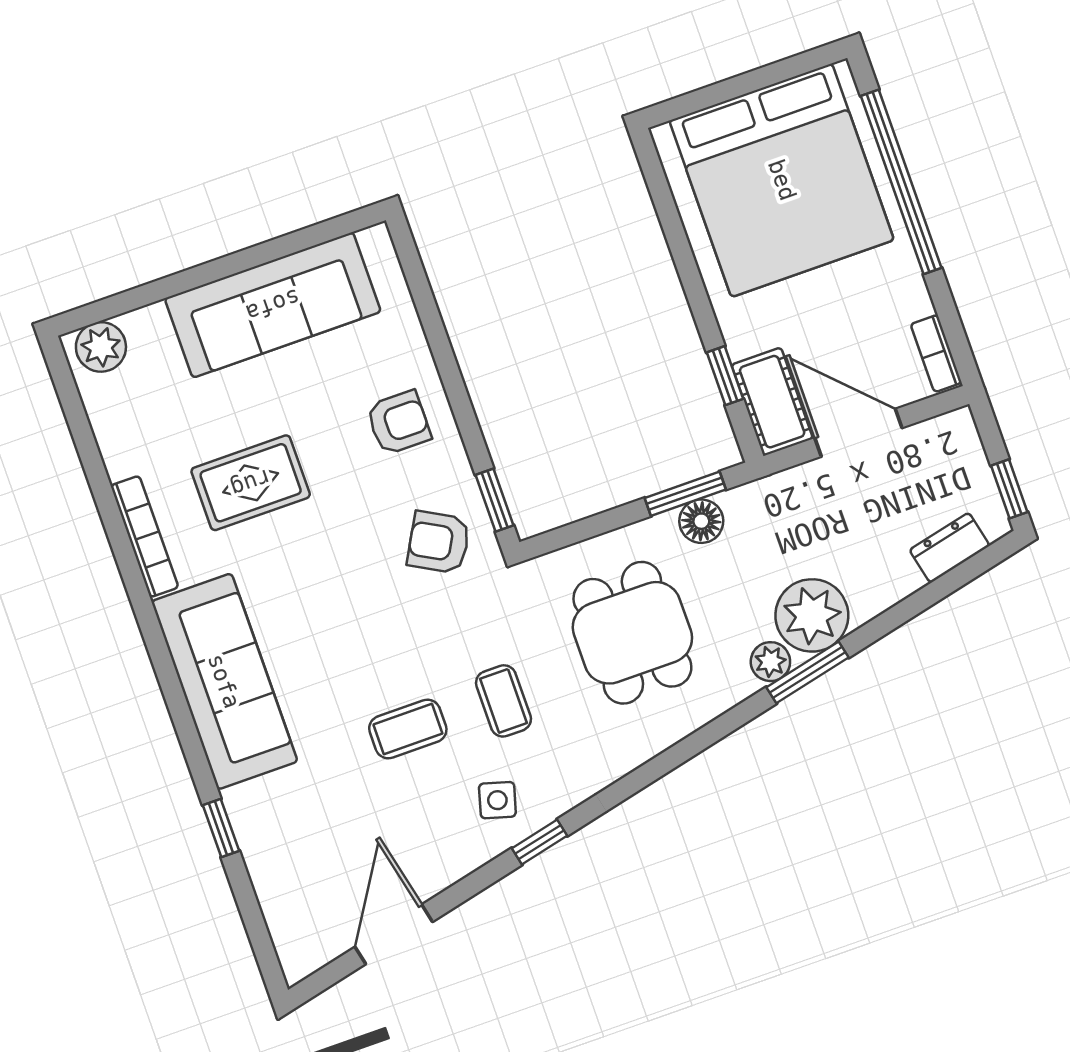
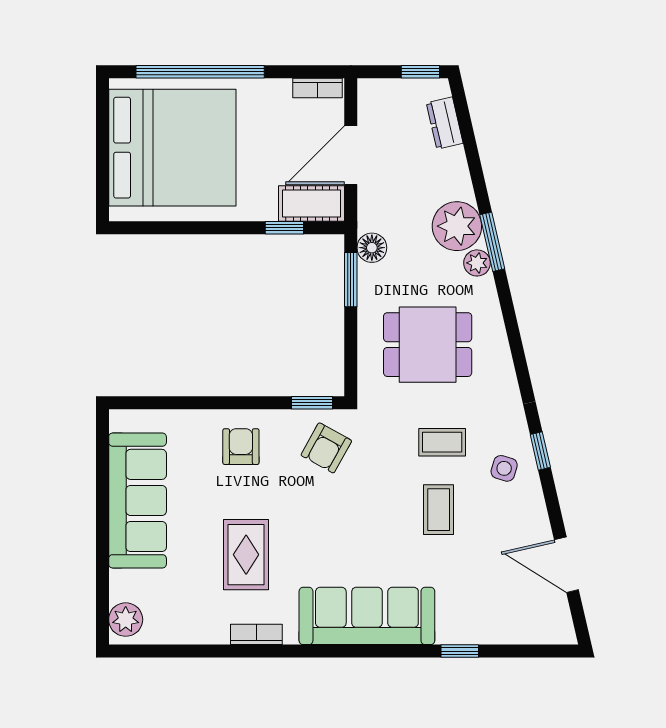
floor lamp: (701, 521) -> (372, 248), moved
bookcase: (144, 536) -> (256, 634), width x0.64

